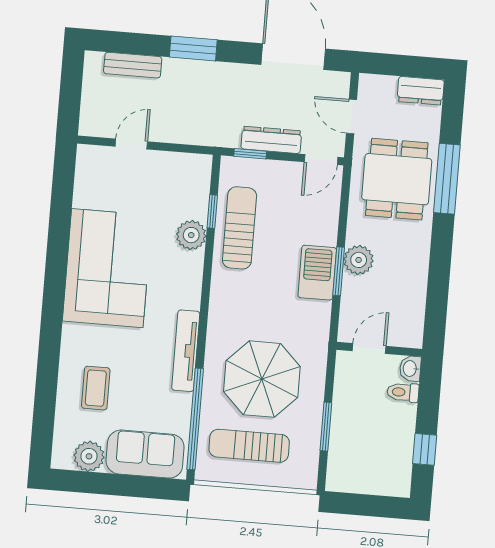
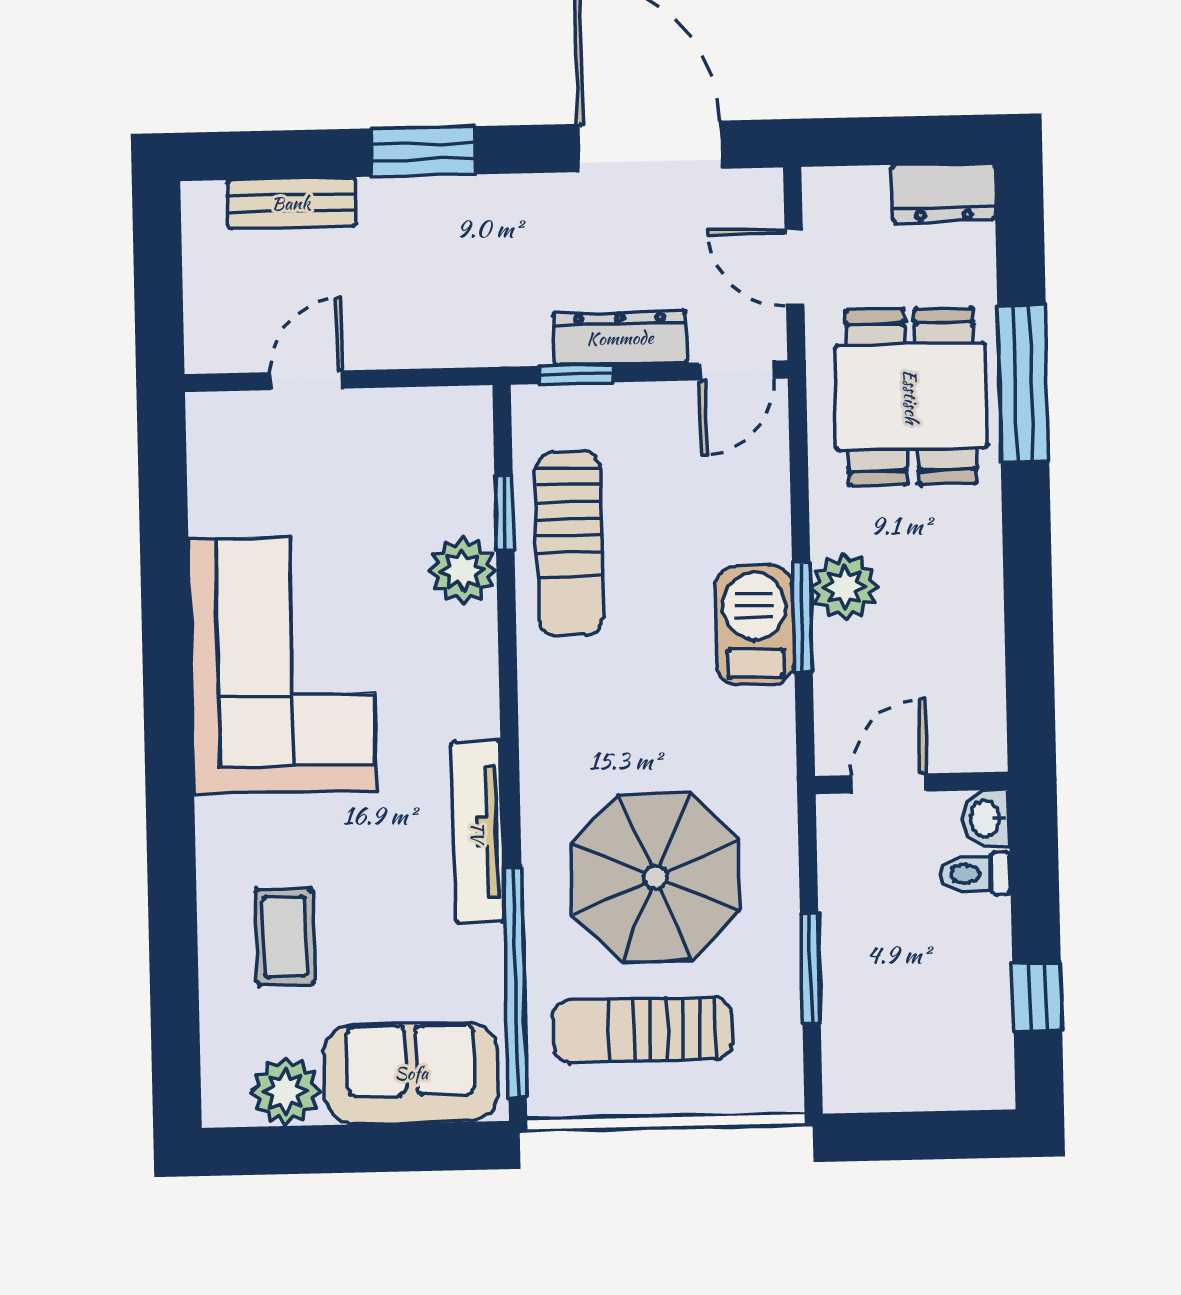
sun lounger: (240, 228) -> (570, 543), turned 180

